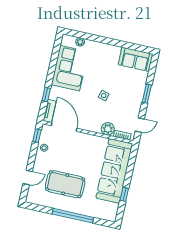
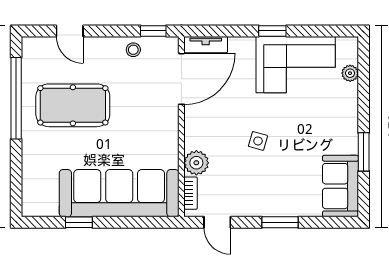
window: (121, 44) -> (364, 152), added
window: (46, 95) -> (272, 31), moved
pool table: (65, 184) -> (73, 105), turned 90
window: (73, 216) -> (16, 98), moved

